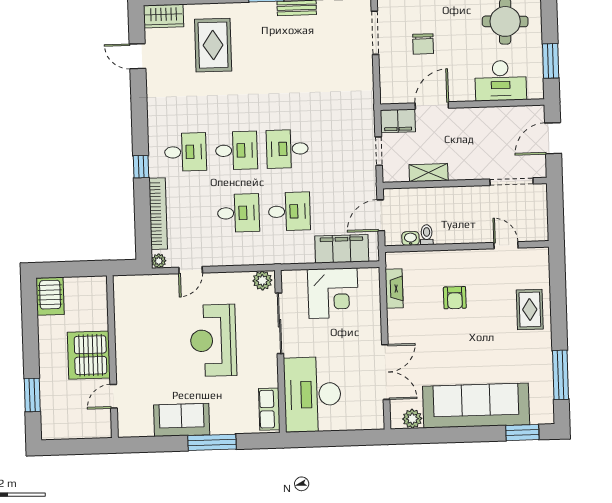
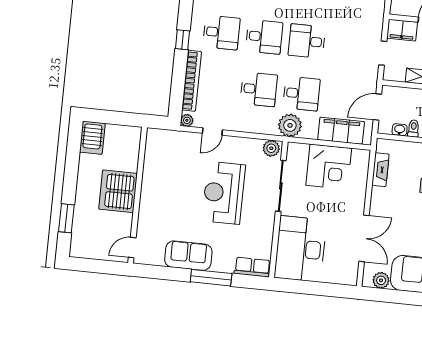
plant: (281, 251) -> (290, 125), added
door: (114, 396) -> (132, 248), moved
row of seats: (269, 409) -> (252, 267), moved, turned 90

